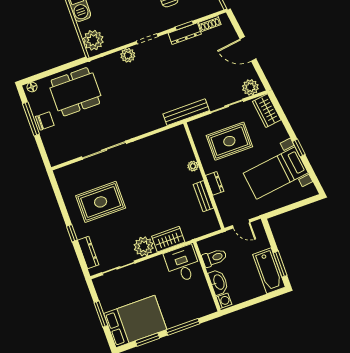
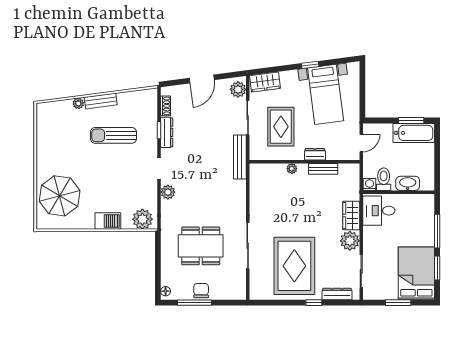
dining table: (75, 92) -> (201, 246), moved, turned 90
rug: (101, 202) -> (294, 266), width x1.37, depth x1.44
washing machine: (224, 301) -> (370, 184), moved

